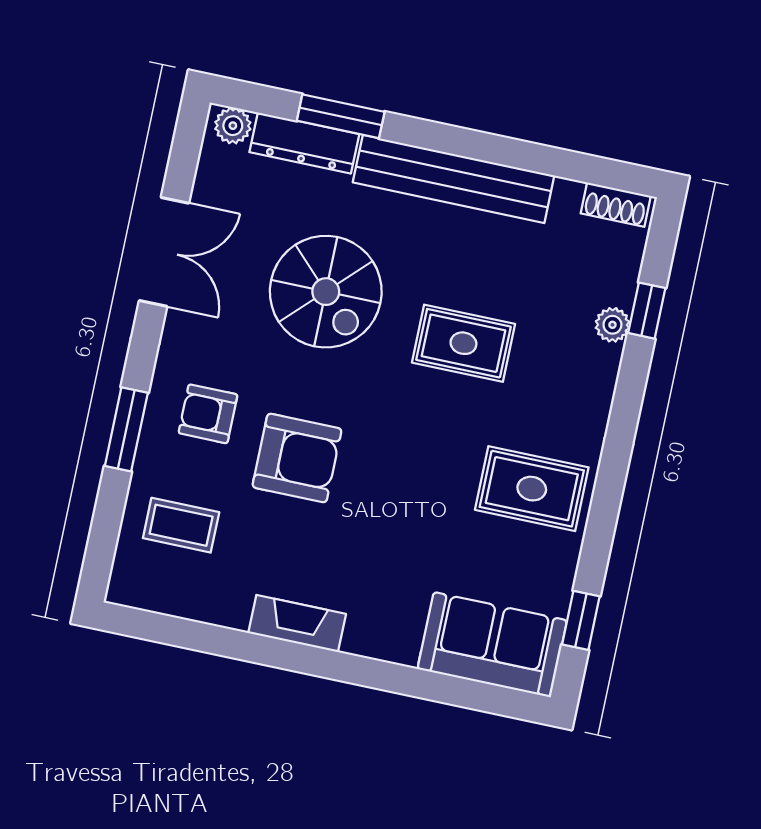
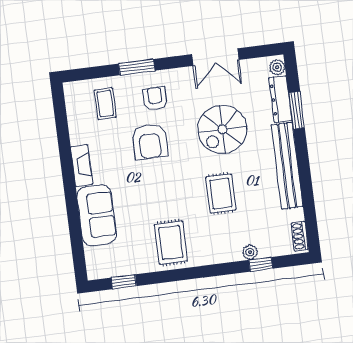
sofa: (492, 645) -> (97, 215), moved

